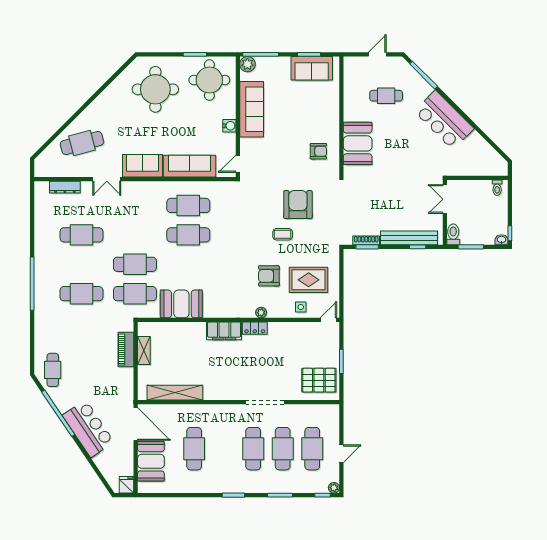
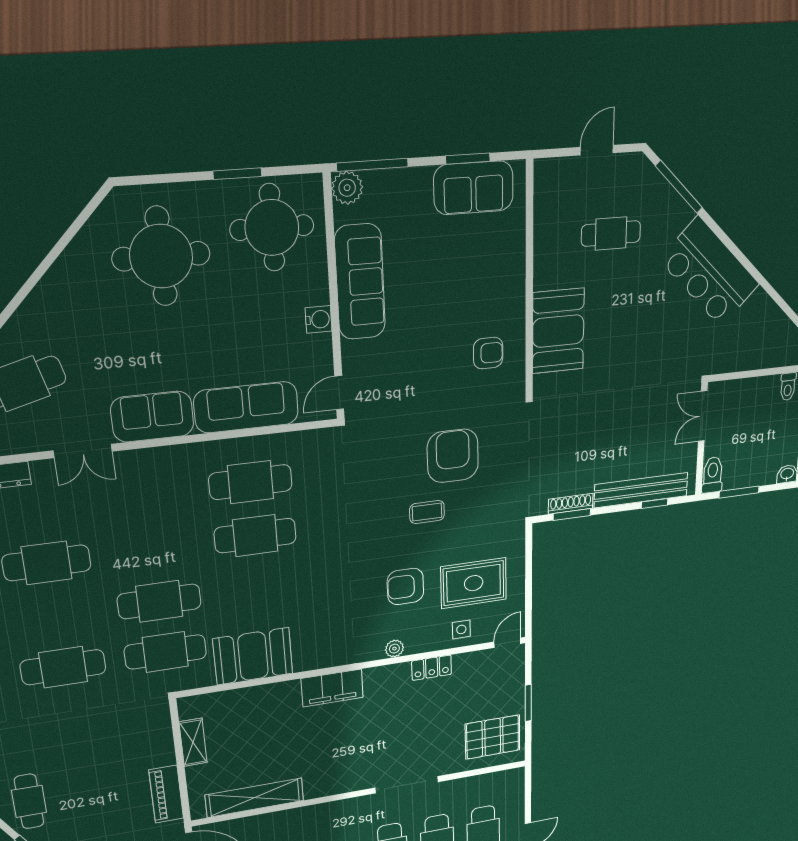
locker: (255, 328) -> (432, 668), moved
piano: (126, 350) -> (166, 794), moved

